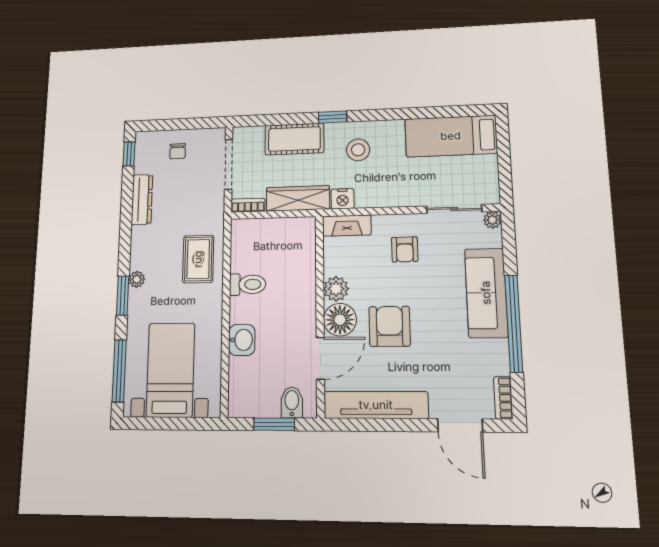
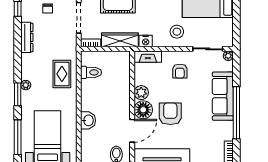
stool: (358, 150) -> (177, 32), moved
toilet: (248, 284) -> (91, 72), moved

